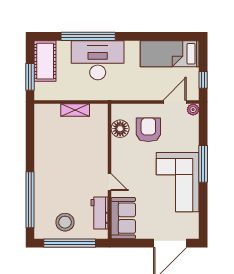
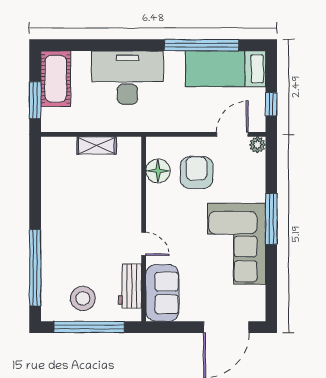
window: (88, 36) -> (202, 45), moved

